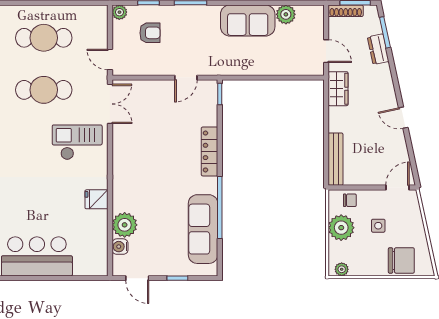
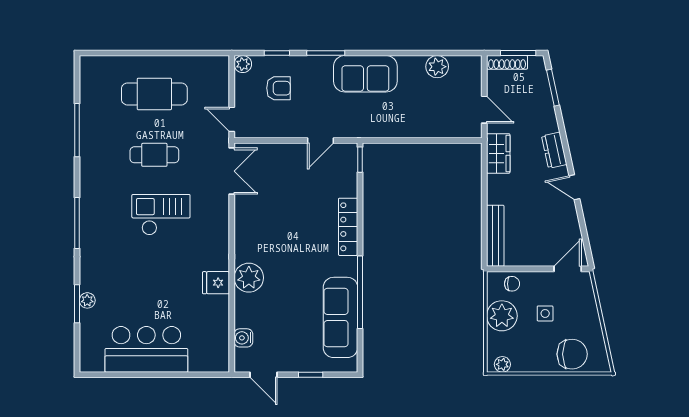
sofa: (248, 20) -> (365, 74), moved
dresser: (378, 49) -> (554, 150), moved
cafe table: (44, 90) -> (154, 155), width x0.73, depth x0.74
checkout: (77, 142) -> (161, 215), moved
plant: (125, 225) -> (249, 278), moved

